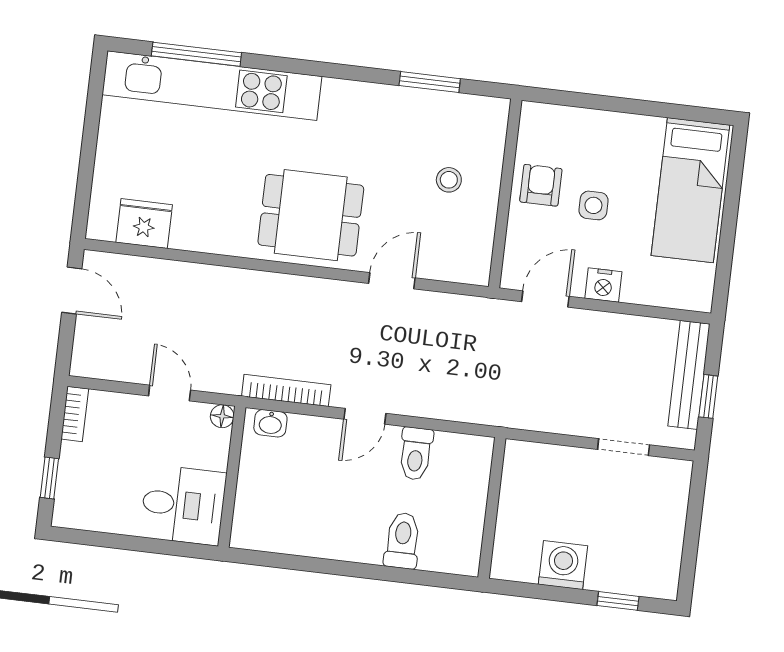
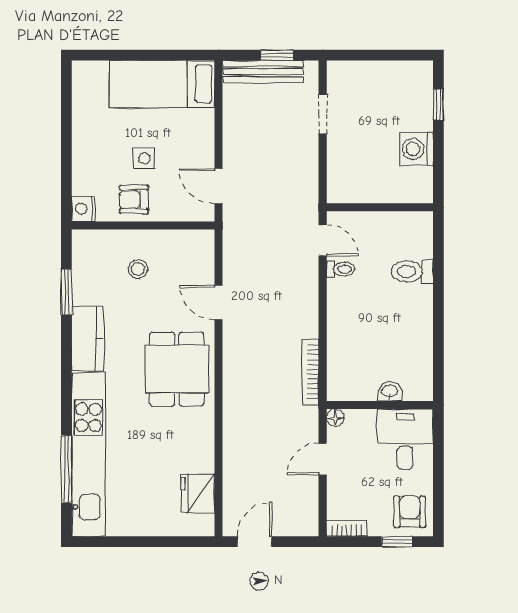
kitchen counter: (365, 103) -> (88, 339), added
bed: (690, 190) -> (162, 84), moved, turned 180
nightstand: (603, 285) -> (83, 209), moved, turned 180
door: (365, 416) -> (323, 240), moved
washbasin: (270, 423) -> (390, 391), moved, turned -90
toilet: (416, 454) -> (341, 269), width x0.73, depth x0.72
armchair: (87, 499) -> (410, 512), added

